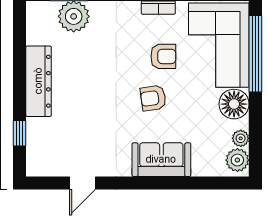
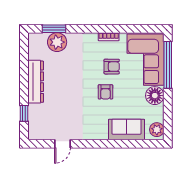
armchair: (153, 98) -> (105, 92), turned -82
plant: (241, 138) -> (159, 116), removed
sofa: (161, 160) -> (126, 129), moved

